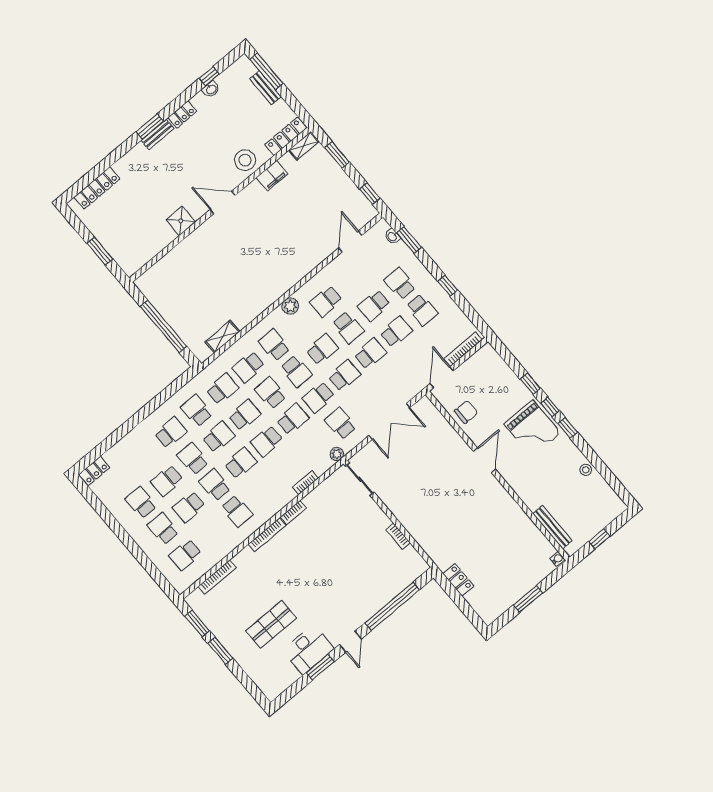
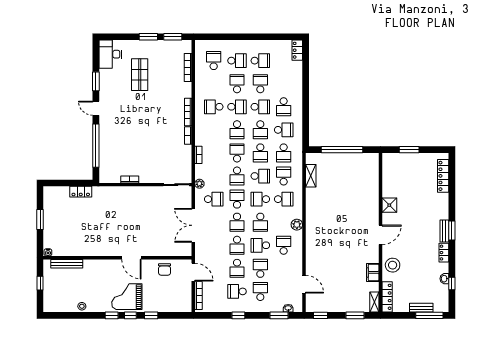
school desk: (400, 284) -> (260, 291), turned -90
desk: (308, 650) -> (110, 54), moved

